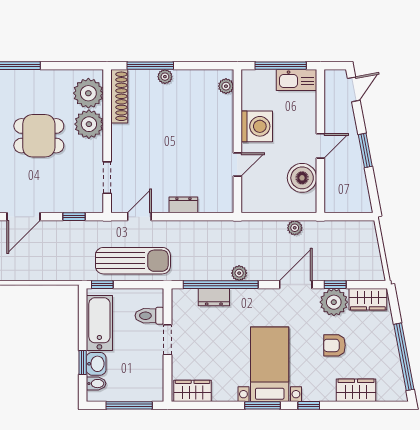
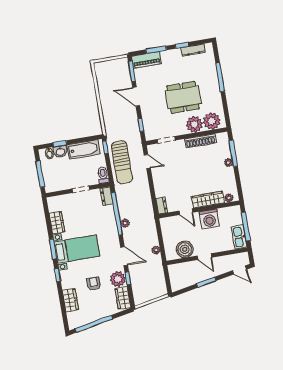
shoe rack: (119, 96) -> (201, 141), moved
wardrobe: (223, 123) -> (208, 200), added
dining table: (39, 136) -> (183, 97), width x1.38
dresser: (183, 205) -> (162, 206), moved
dresser: (214, 297) -> (107, 196), moved
toilet: (149, 316) -> (103, 175), moved
wardrobe: (193, 391) -> (57, 223), moved

